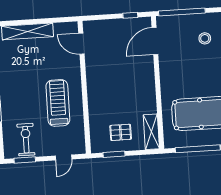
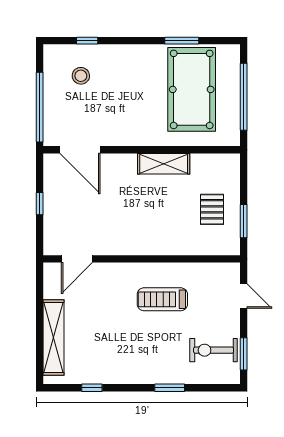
window: (130, 15) -> (40, 204), moved
treadmill: (58, 103) -> (162, 299), width x0.73, depth x0.73
shelving: (151, 132) -> (164, 164), moved

